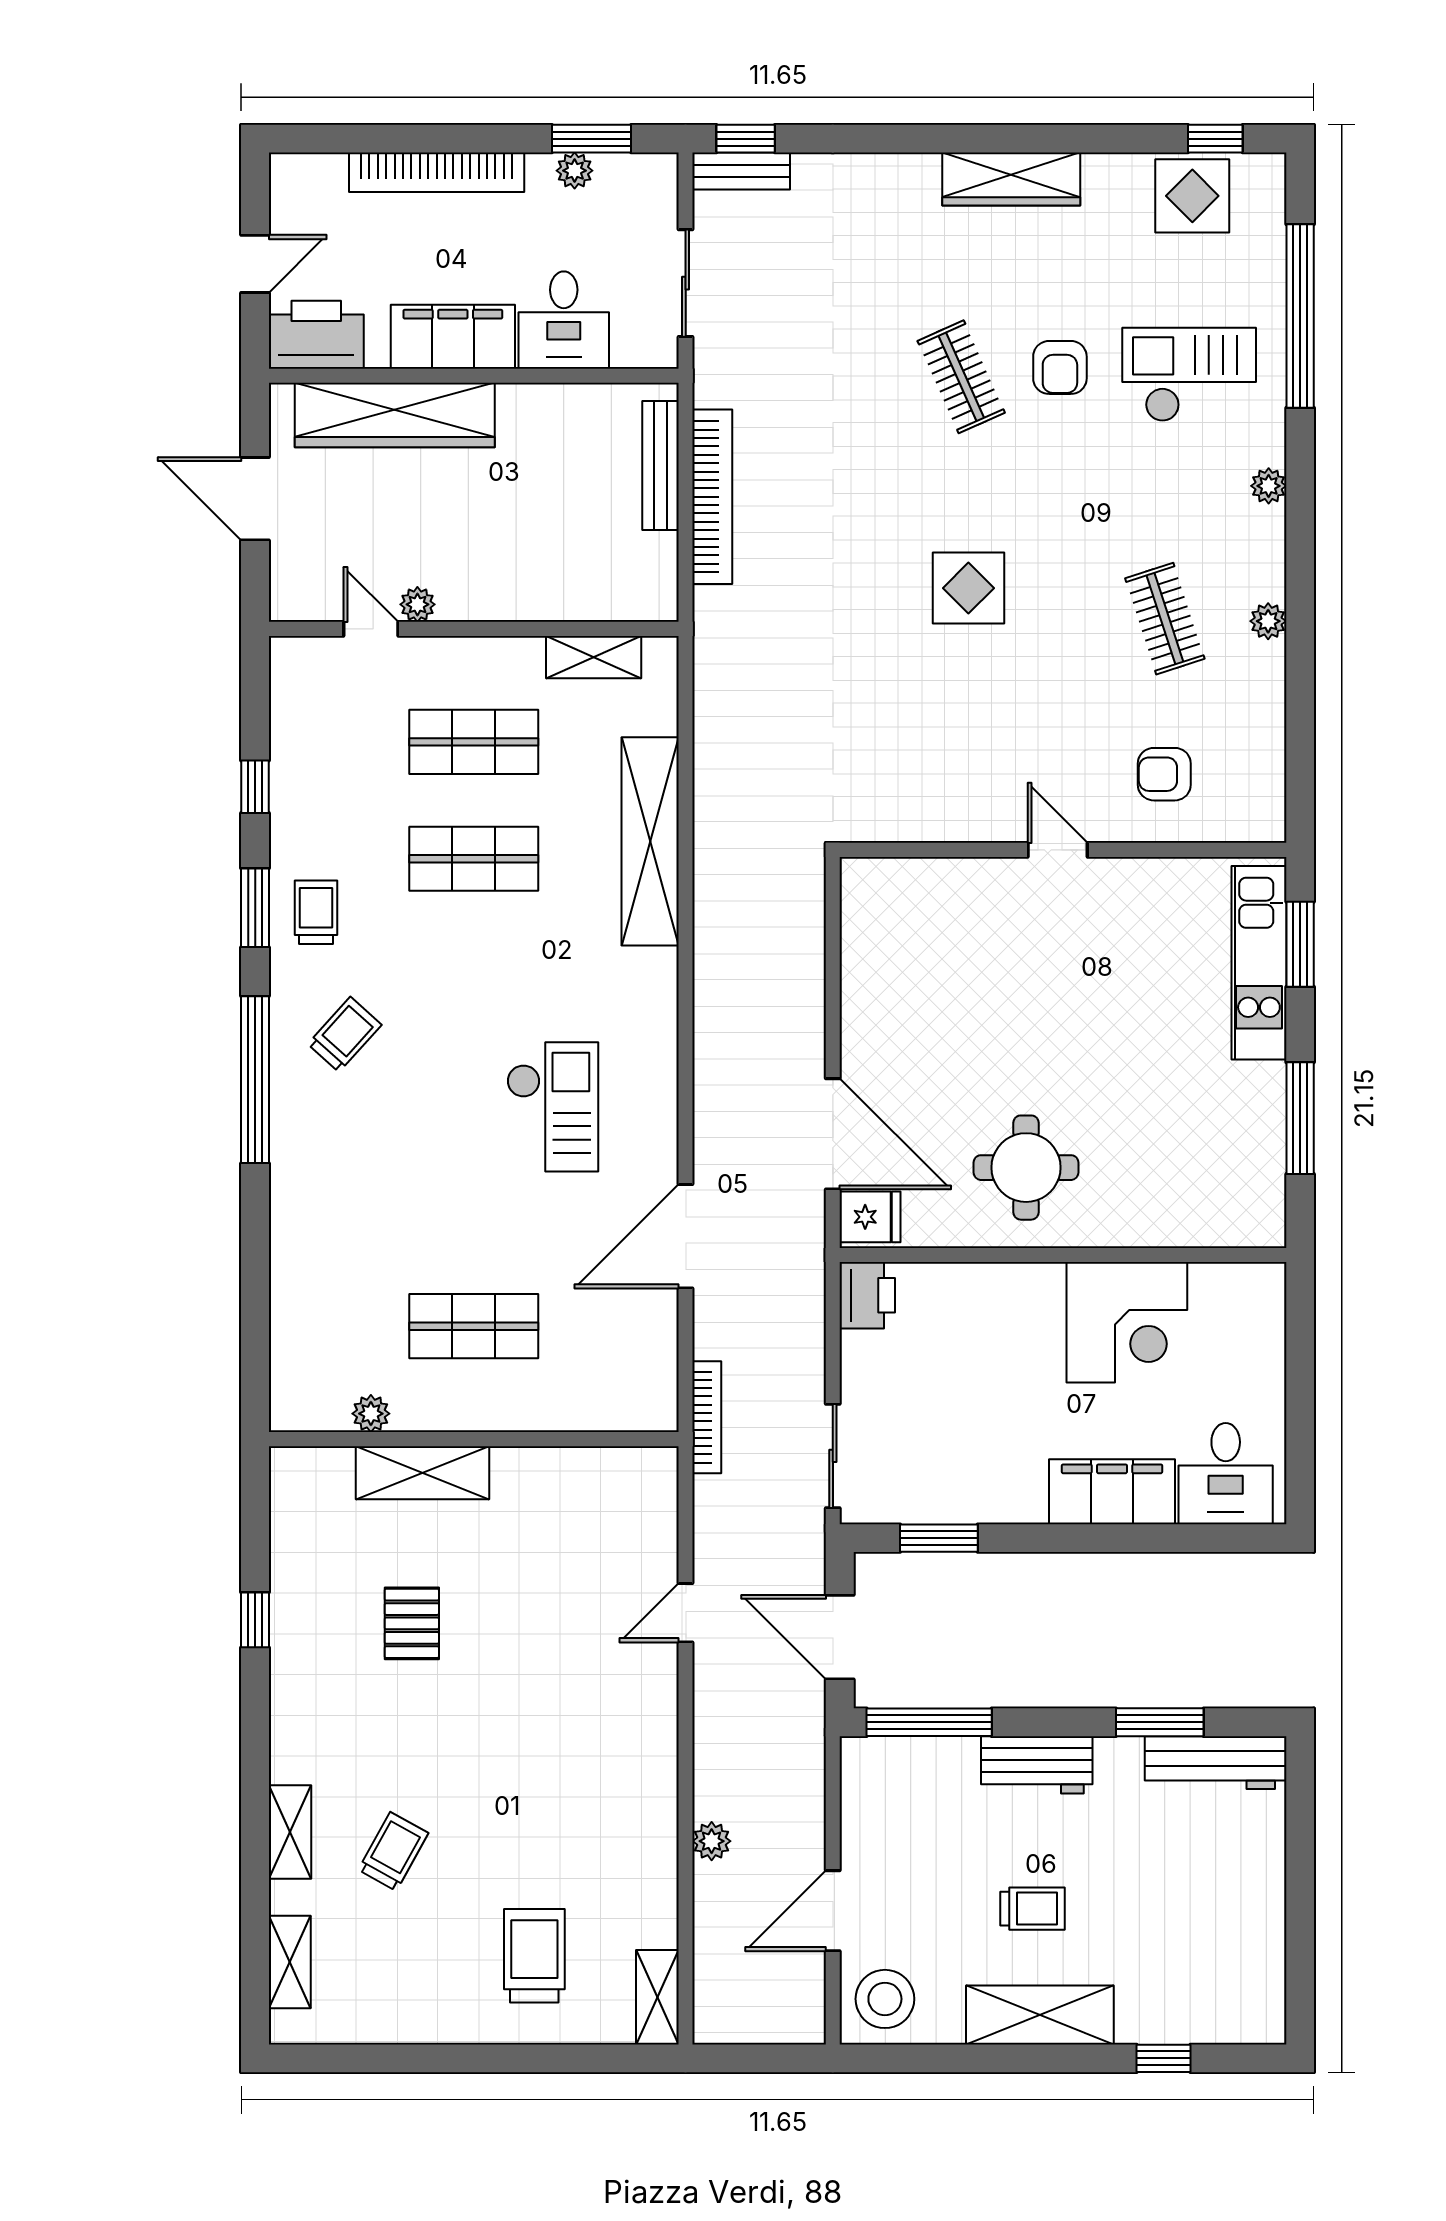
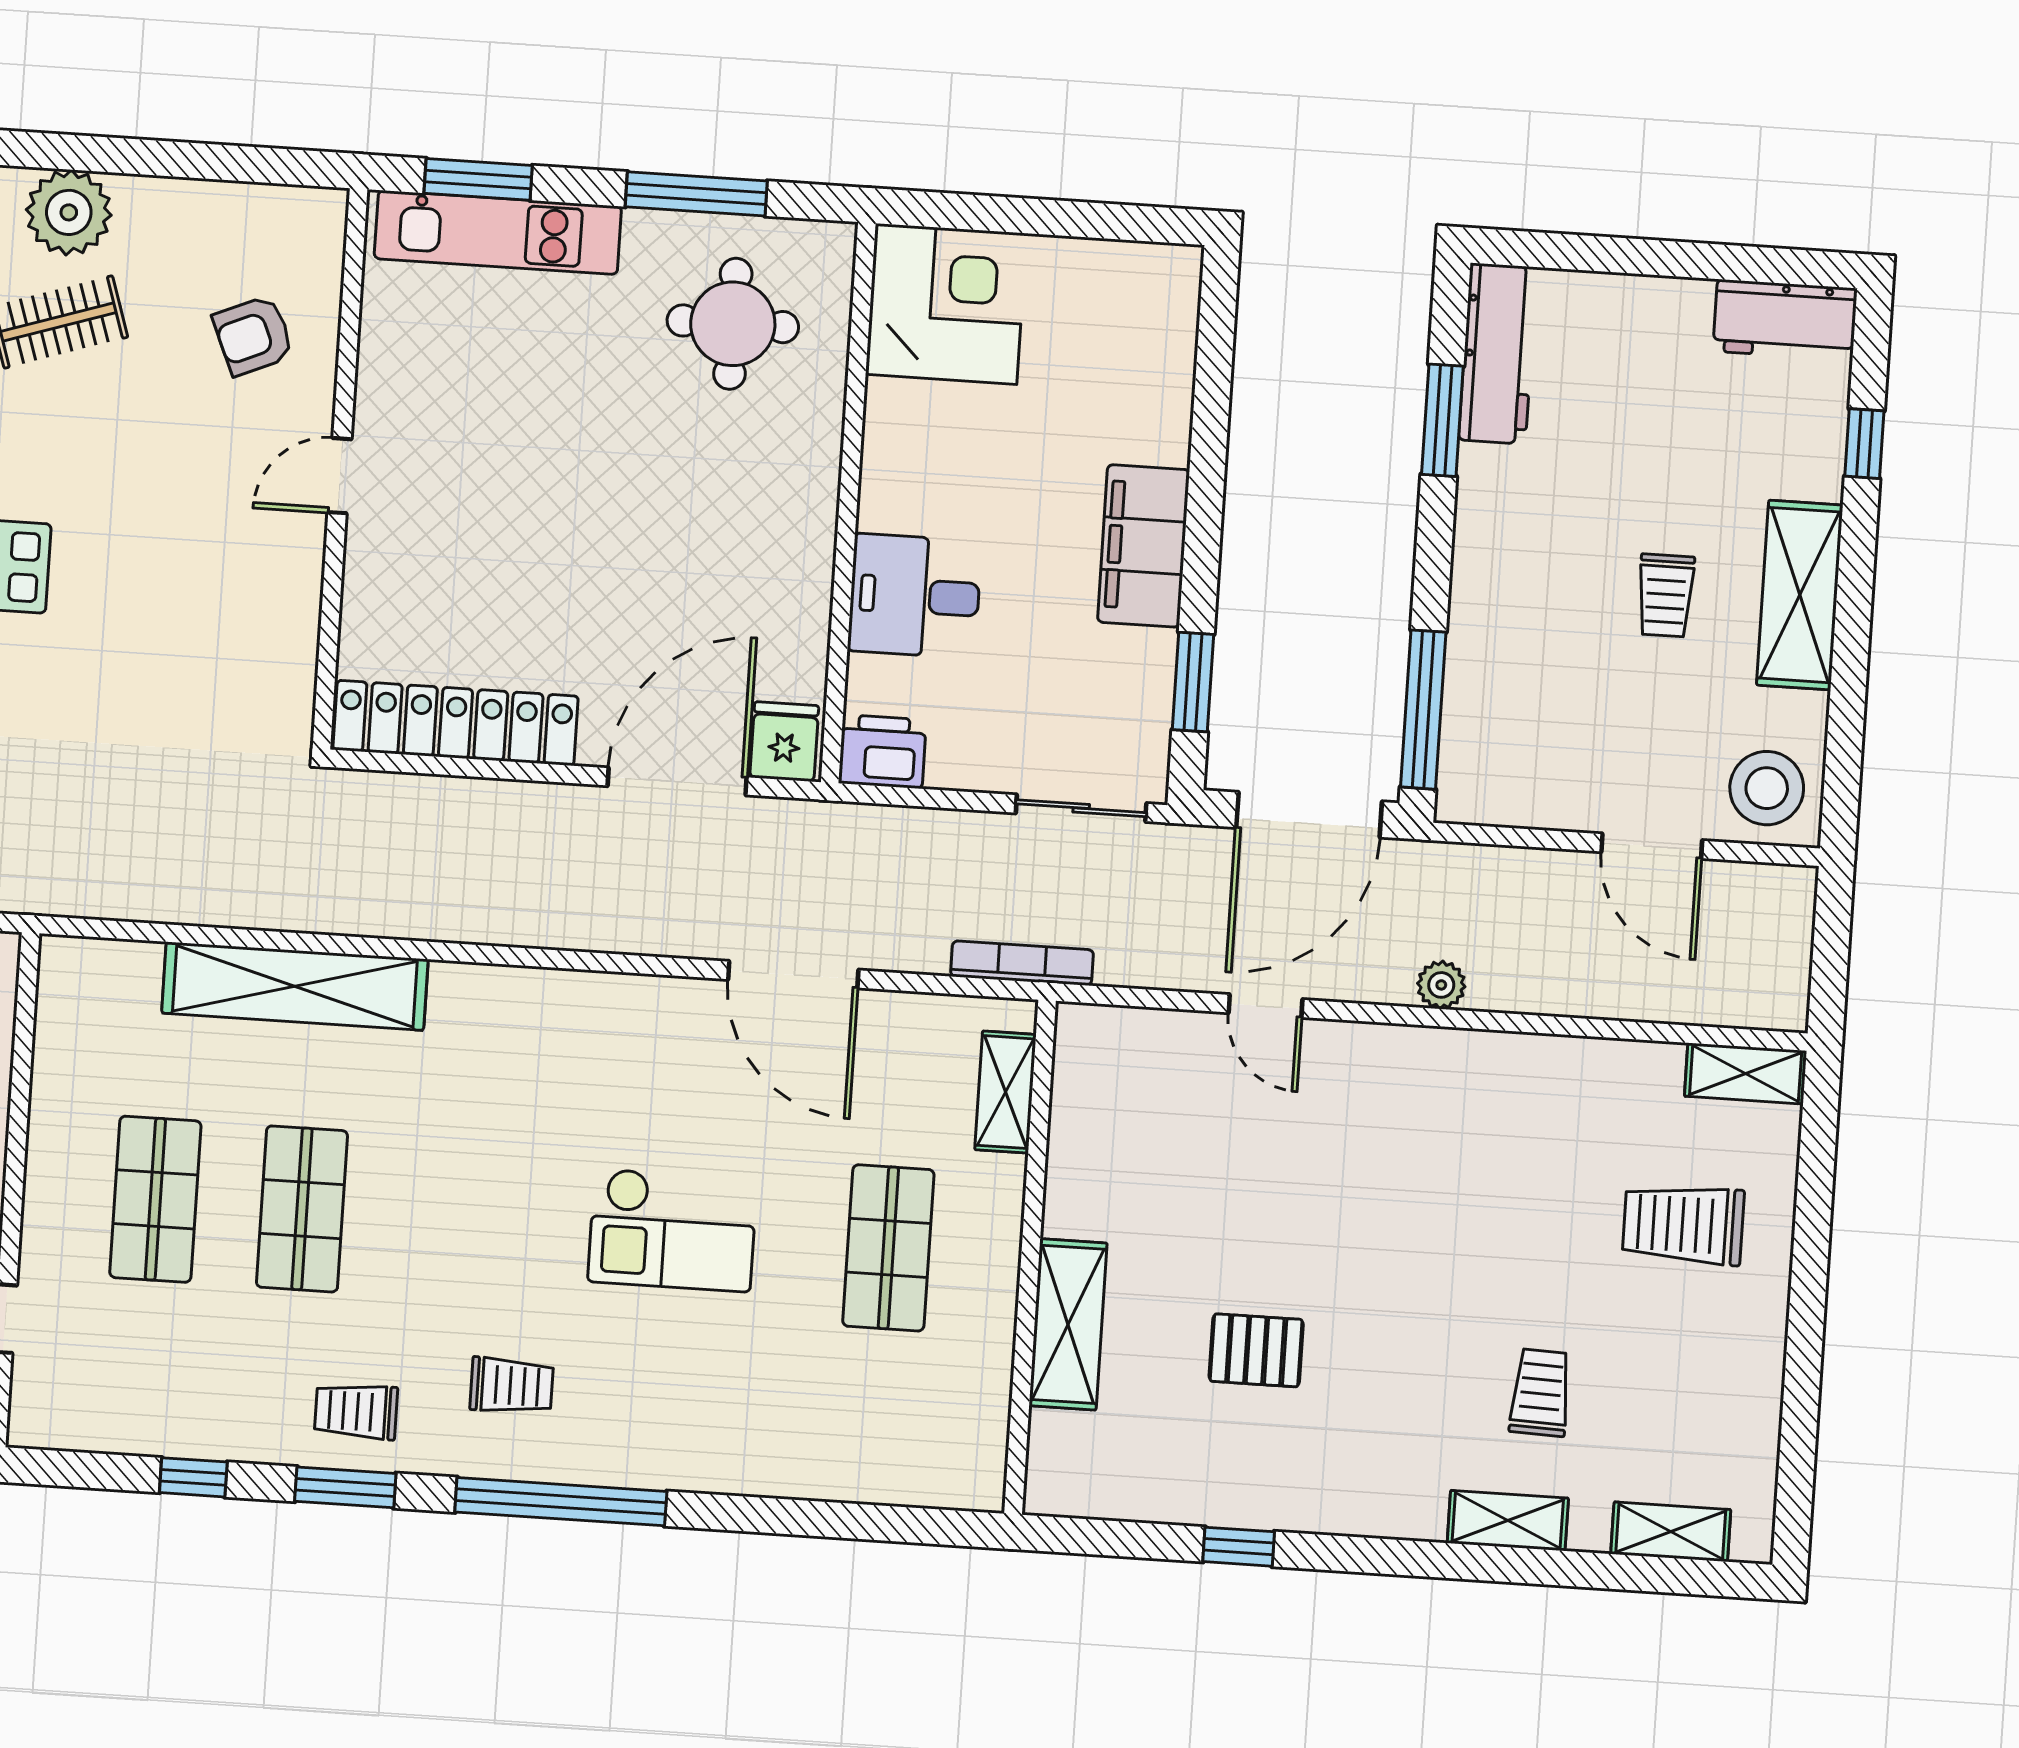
plant: (1268, 621) -> (69, 212), width x1.88, depth x1.88
shelving: (594, 657) -> (1006, 1092), moved
armchair: (1164, 774) -> (253, 336), turned 67
locker: (868, 955) -> (456, 723), added
trolley: (345, 1034) -> (512, 1386), turned 138
checkout: (553, 1107) -> (672, 1230), moved, turned 180
round table: (1026, 1168) -> (733, 324), moved
corner desk: (1127, 1322) -> (946, 304), moved
plant: (371, 1414) -> (989, 1384), removed
desk: (1226, 1474) -> (915, 596), moved, turned 180
filing cabinet: (1112, 1492) -> (1144, 546), moved
door: (840, 1637) -> (1309, 815), width x1.36
workbench: (1037, 1765) -> (1785, 320), moved, turned 90
plant: (712, 1841) -> (1441, 985), moved
trolley: (393, 1851) -> (1541, 1393), turned 63
trolley: (1032, 1909) -> (1666, 595), turned 180

